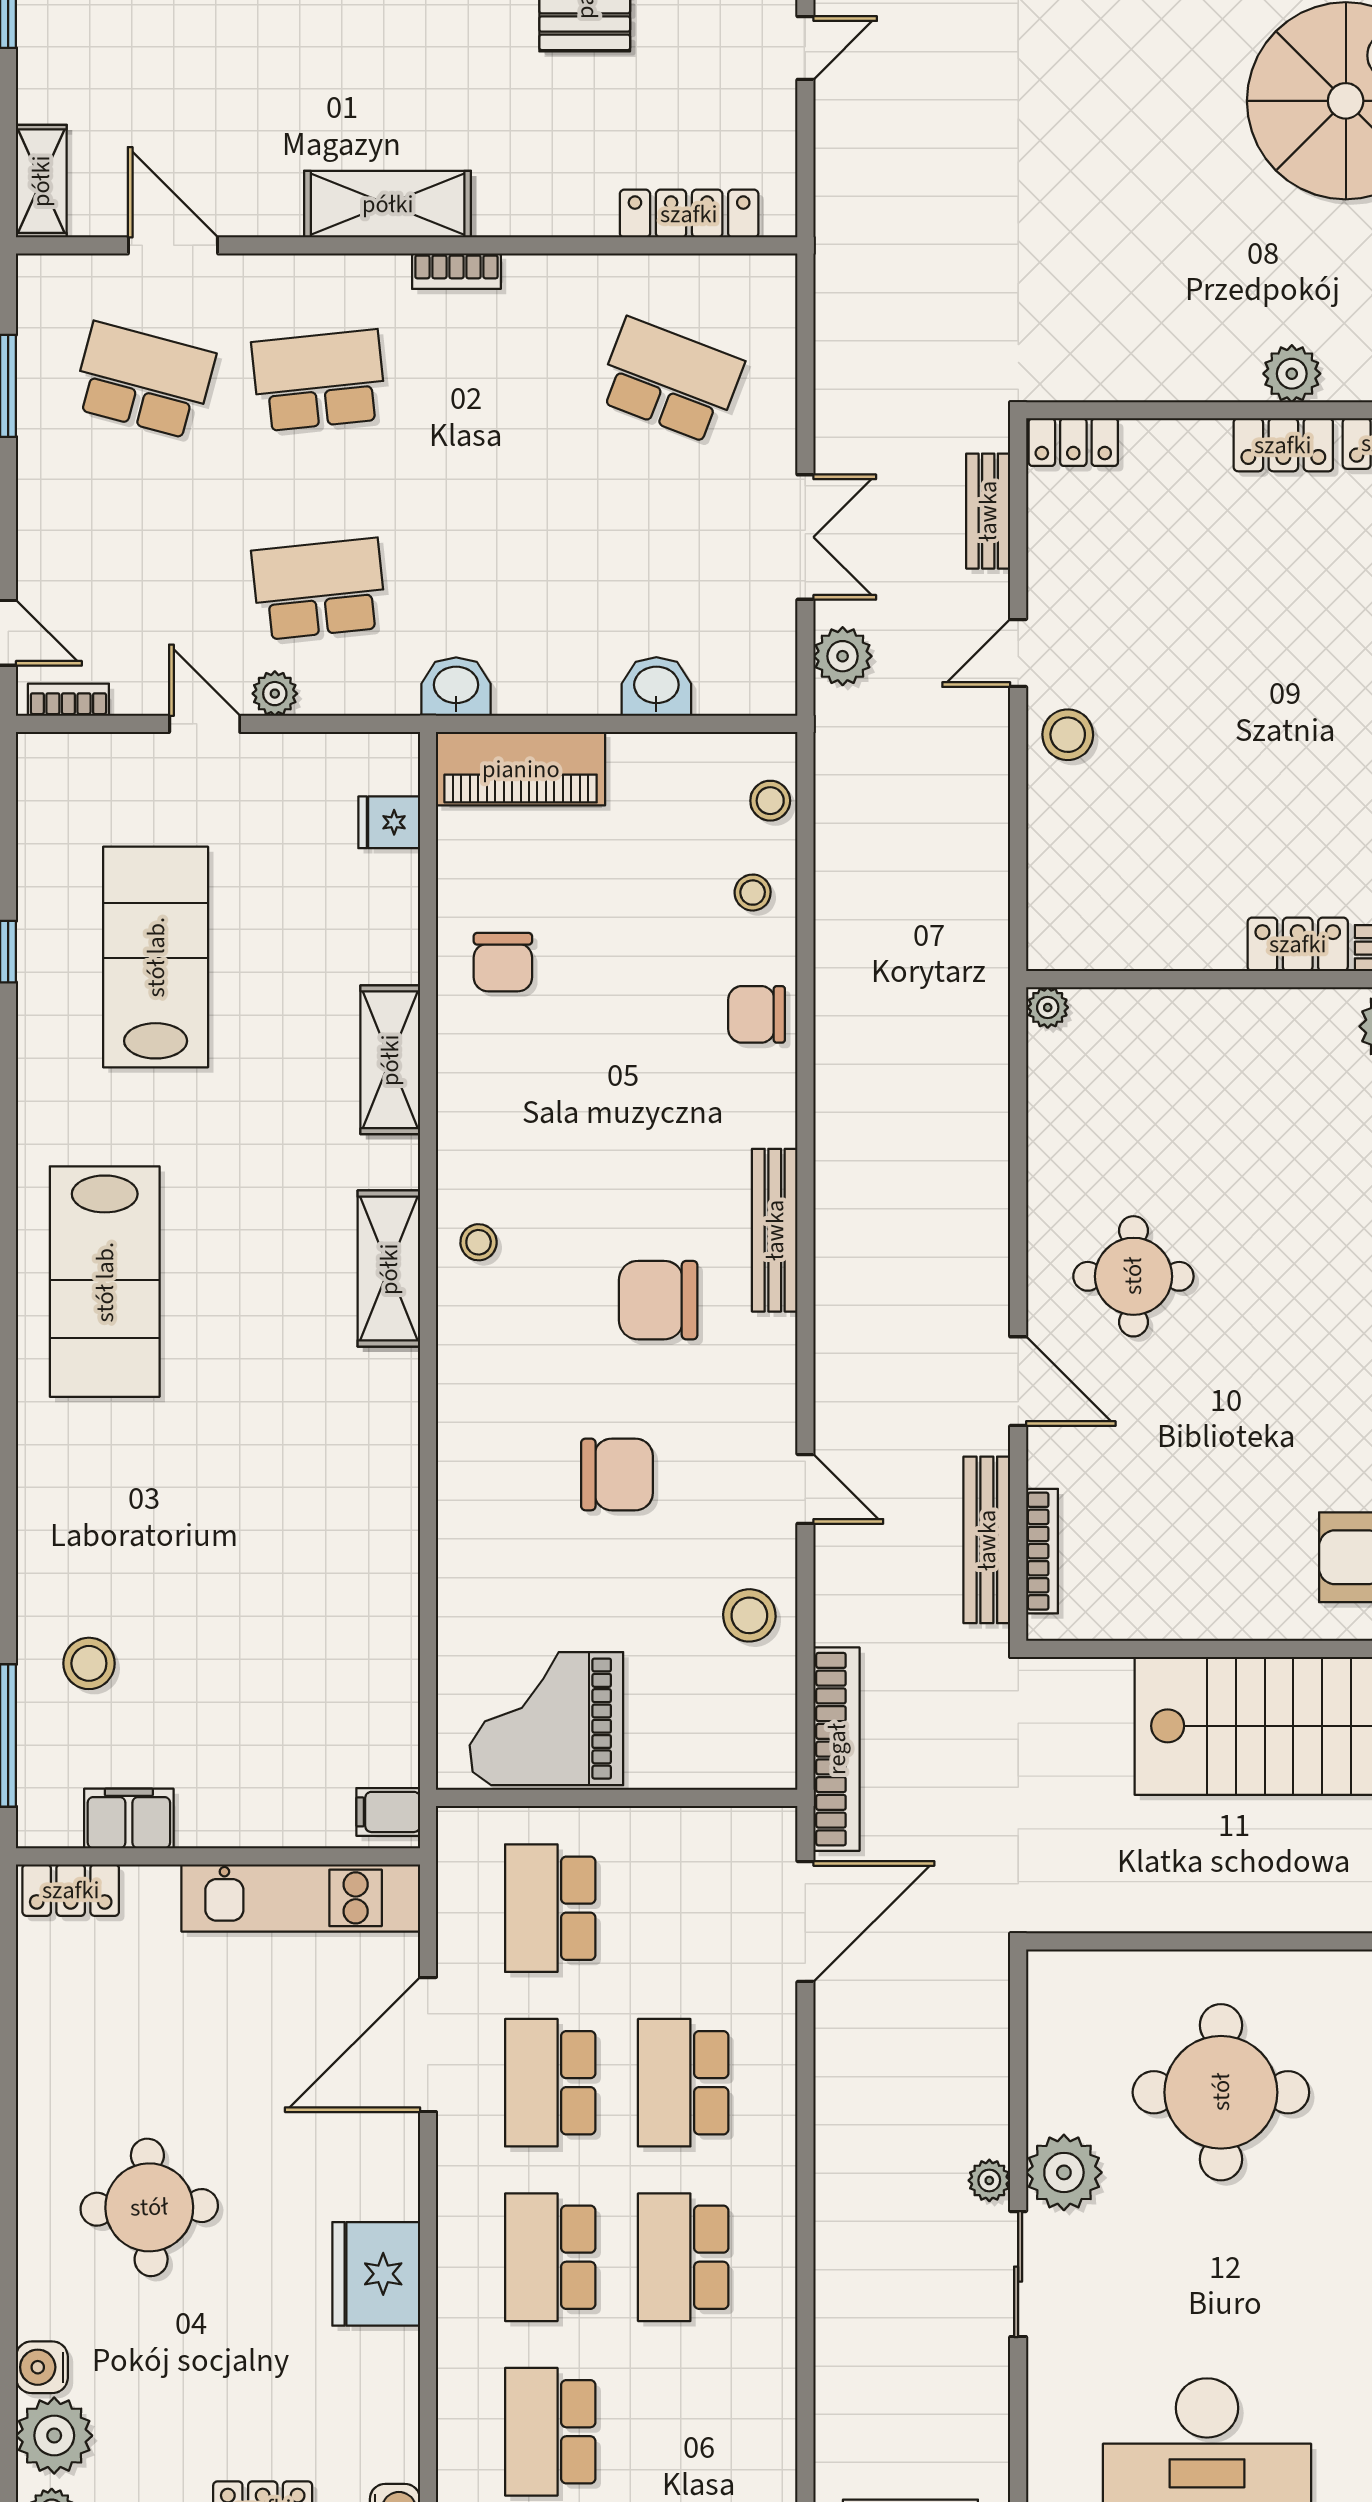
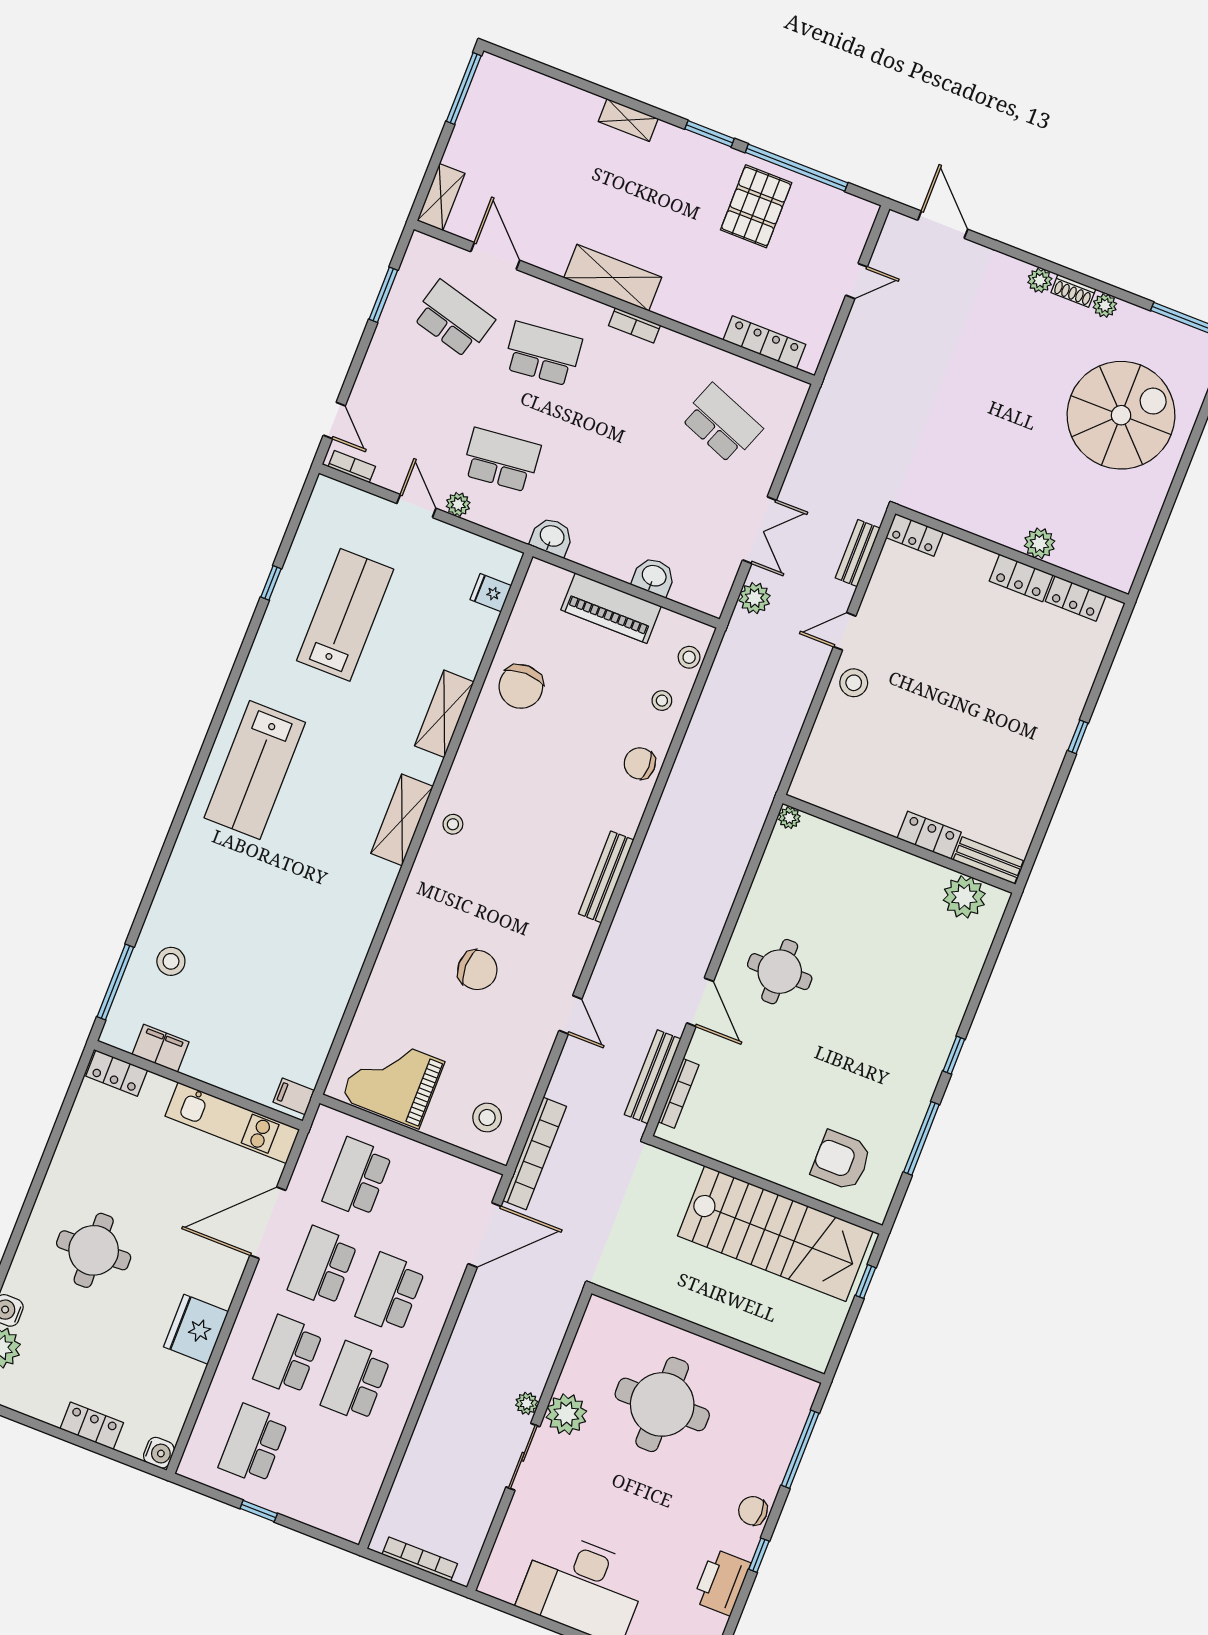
piano: (521, 769) -> (611, 608), moved
chair: (503, 962) -> (521, 686), width x1.37, depth x1.37
chair: (658, 1300) -> (533, 889), removed
stool: (749, 1615) -> (487, 1118), moved

